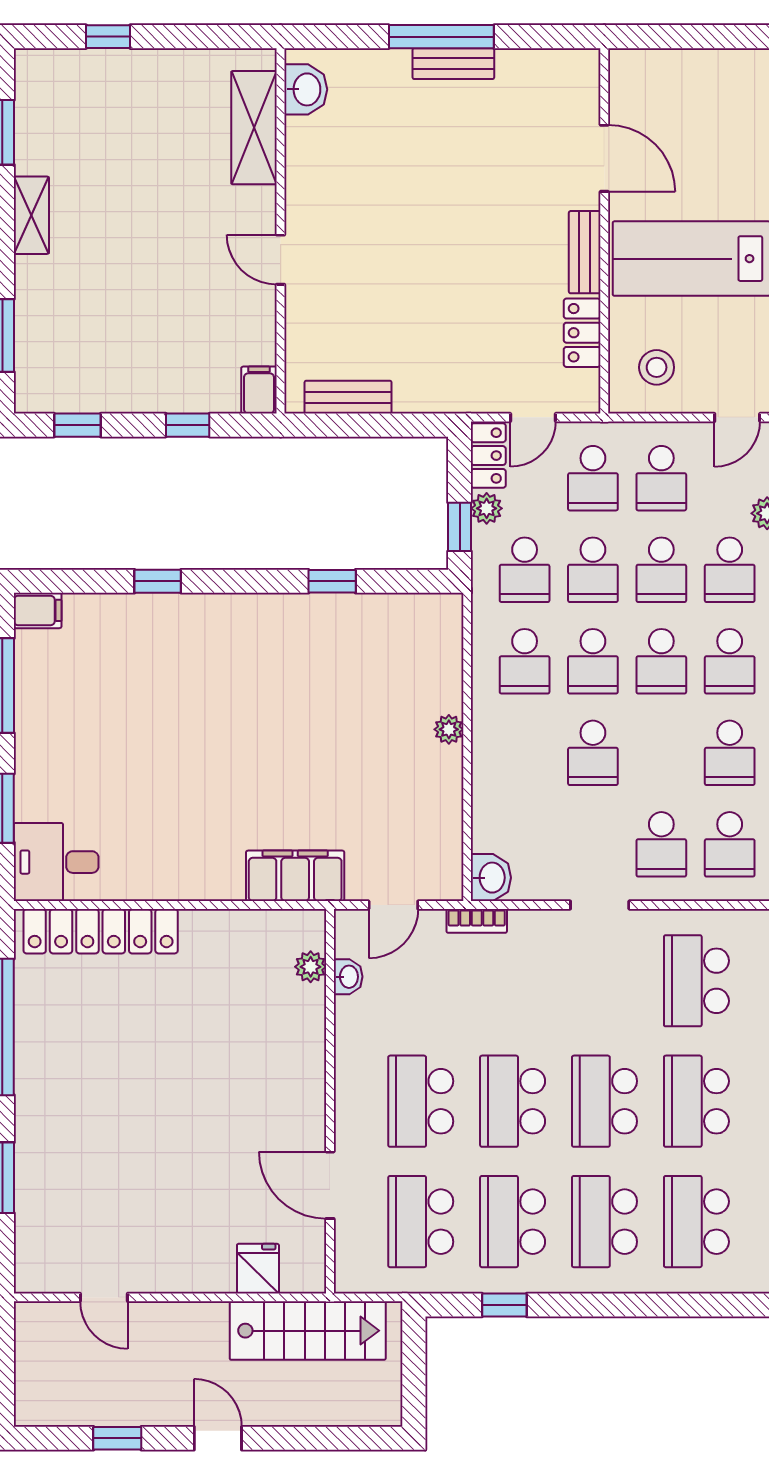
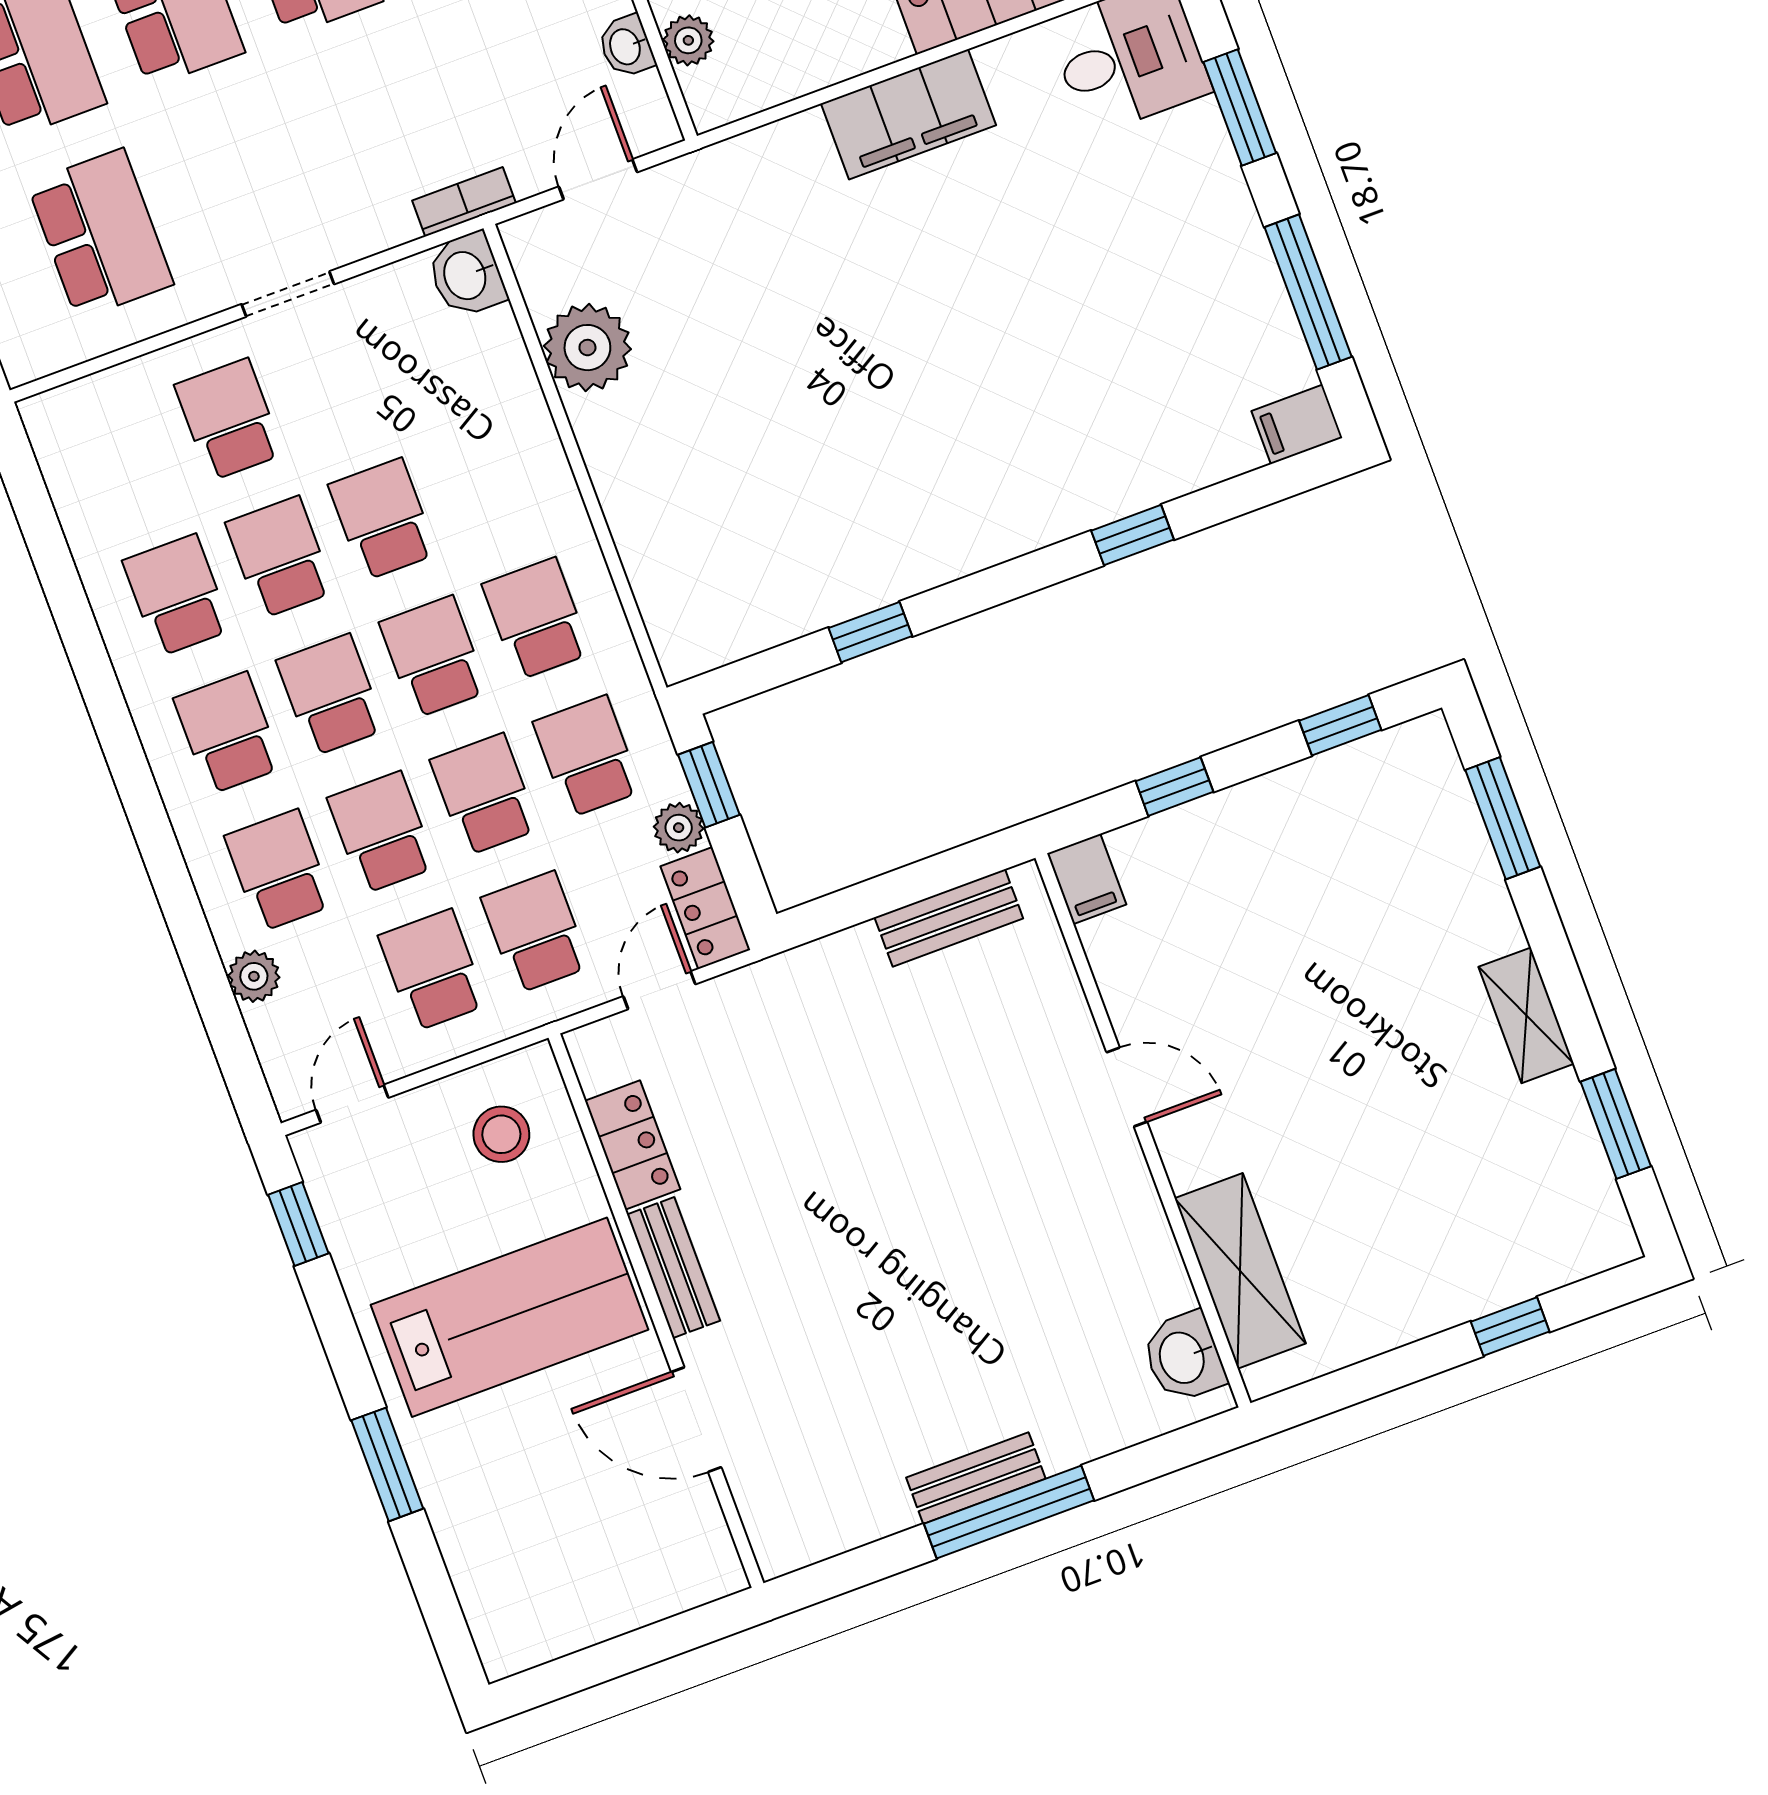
plant: (449, 729) -> (587, 348), moved, width x1.87, depth x1.87
school desk: (730, 844) -> (280, 557), moved
filing cabinet: (295, 876) -> (908, 114), moved

